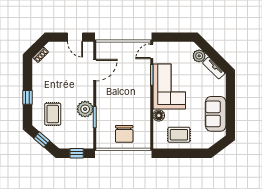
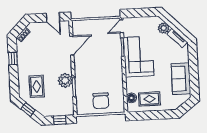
window: (28, 97) -> (13, 59), moved
floor lamp: (159, 116) -> (131, 98), moved

